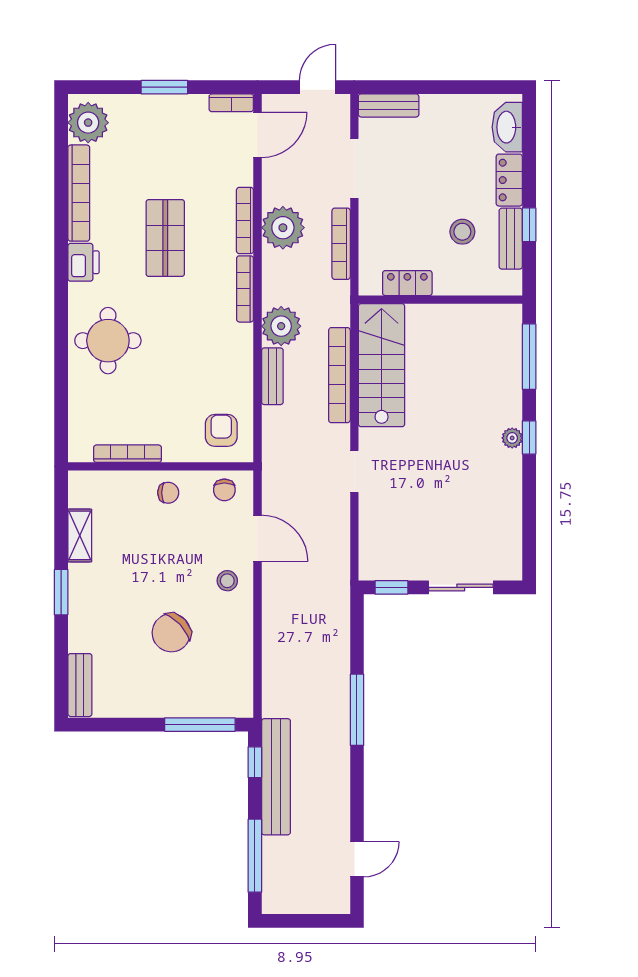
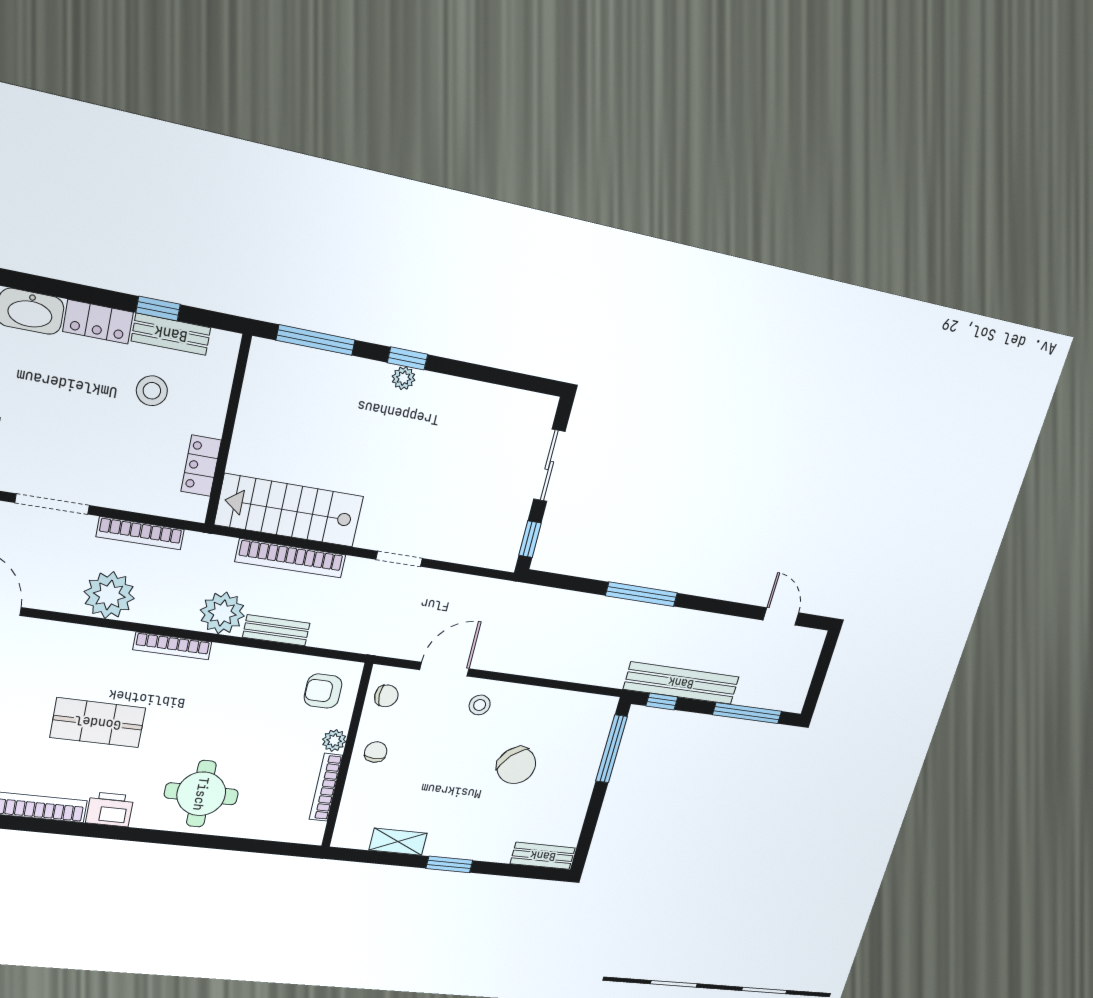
bookcase: (245, 221) -> (93, 635), removed
plant: (175, 451) -> (334, 740), added

